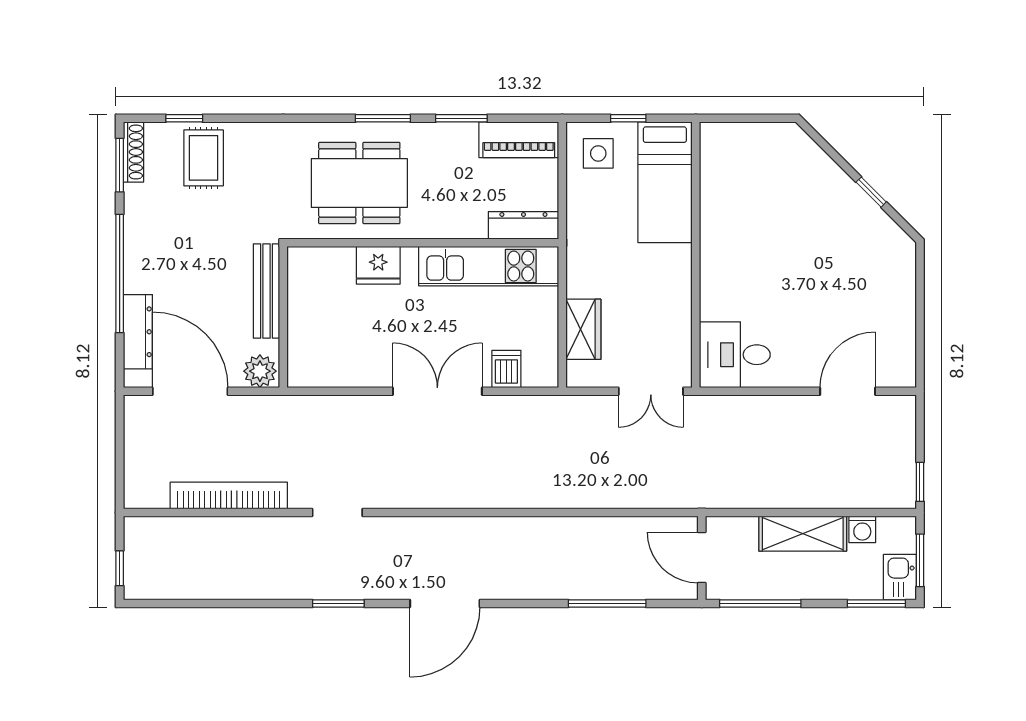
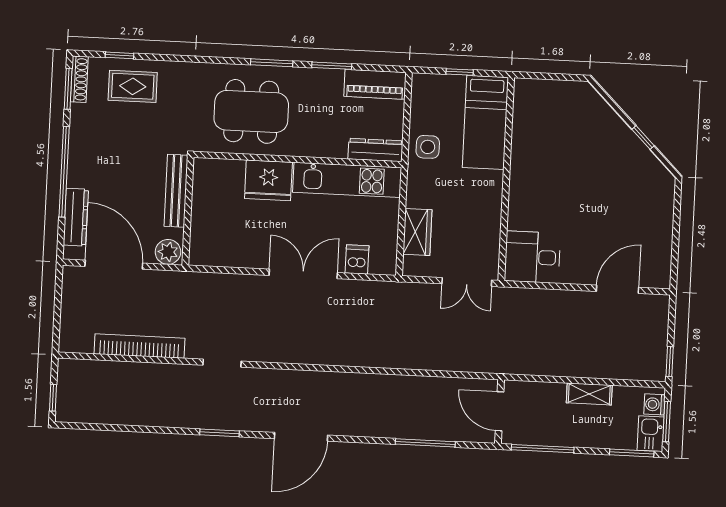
side table: (598, 153) -> (428, 147), moved
rug: (204, 158) -> (133, 86), turned 90
fridge: (378, 265) -> (268, 180), width x1.36, depth x1.34
washing machine: (862, 529) -> (655, 404), moved, turned 90
shelving: (803, 534) -> (589, 394), width x0.67, depth x0.75

